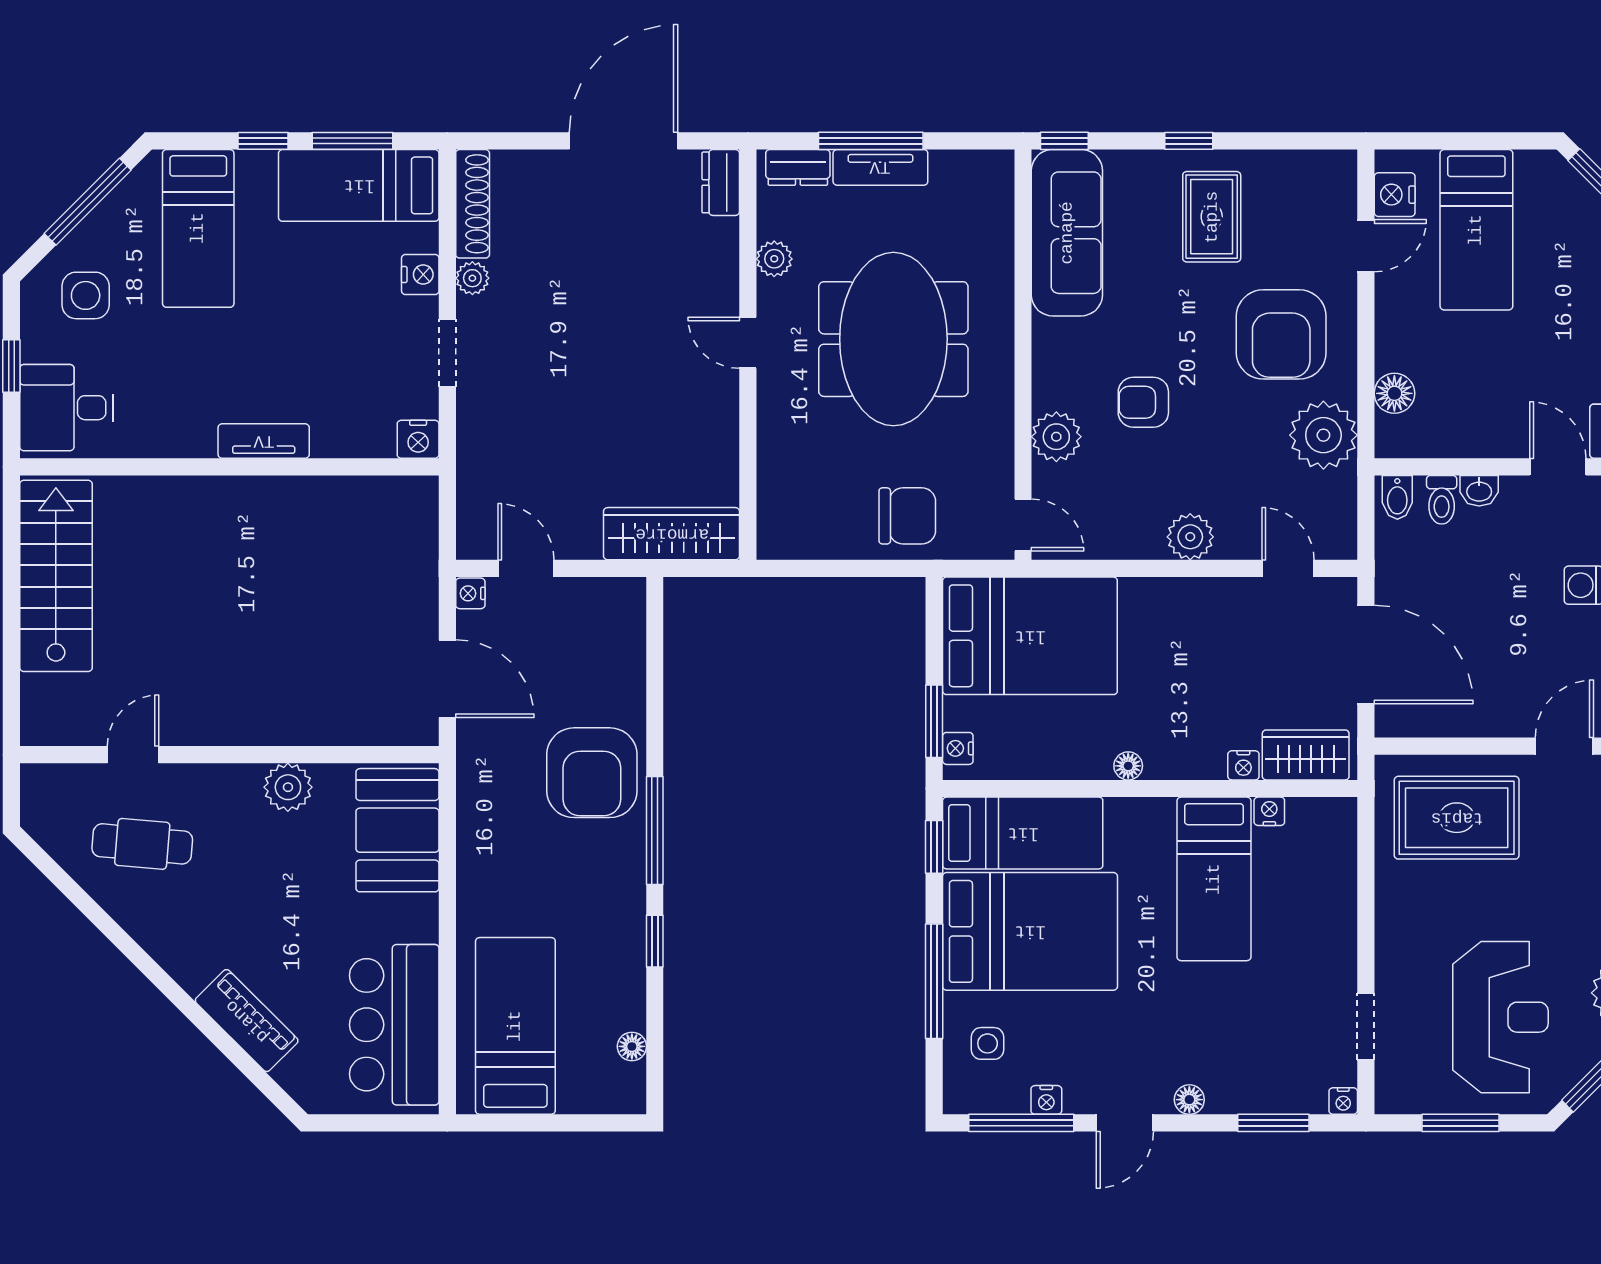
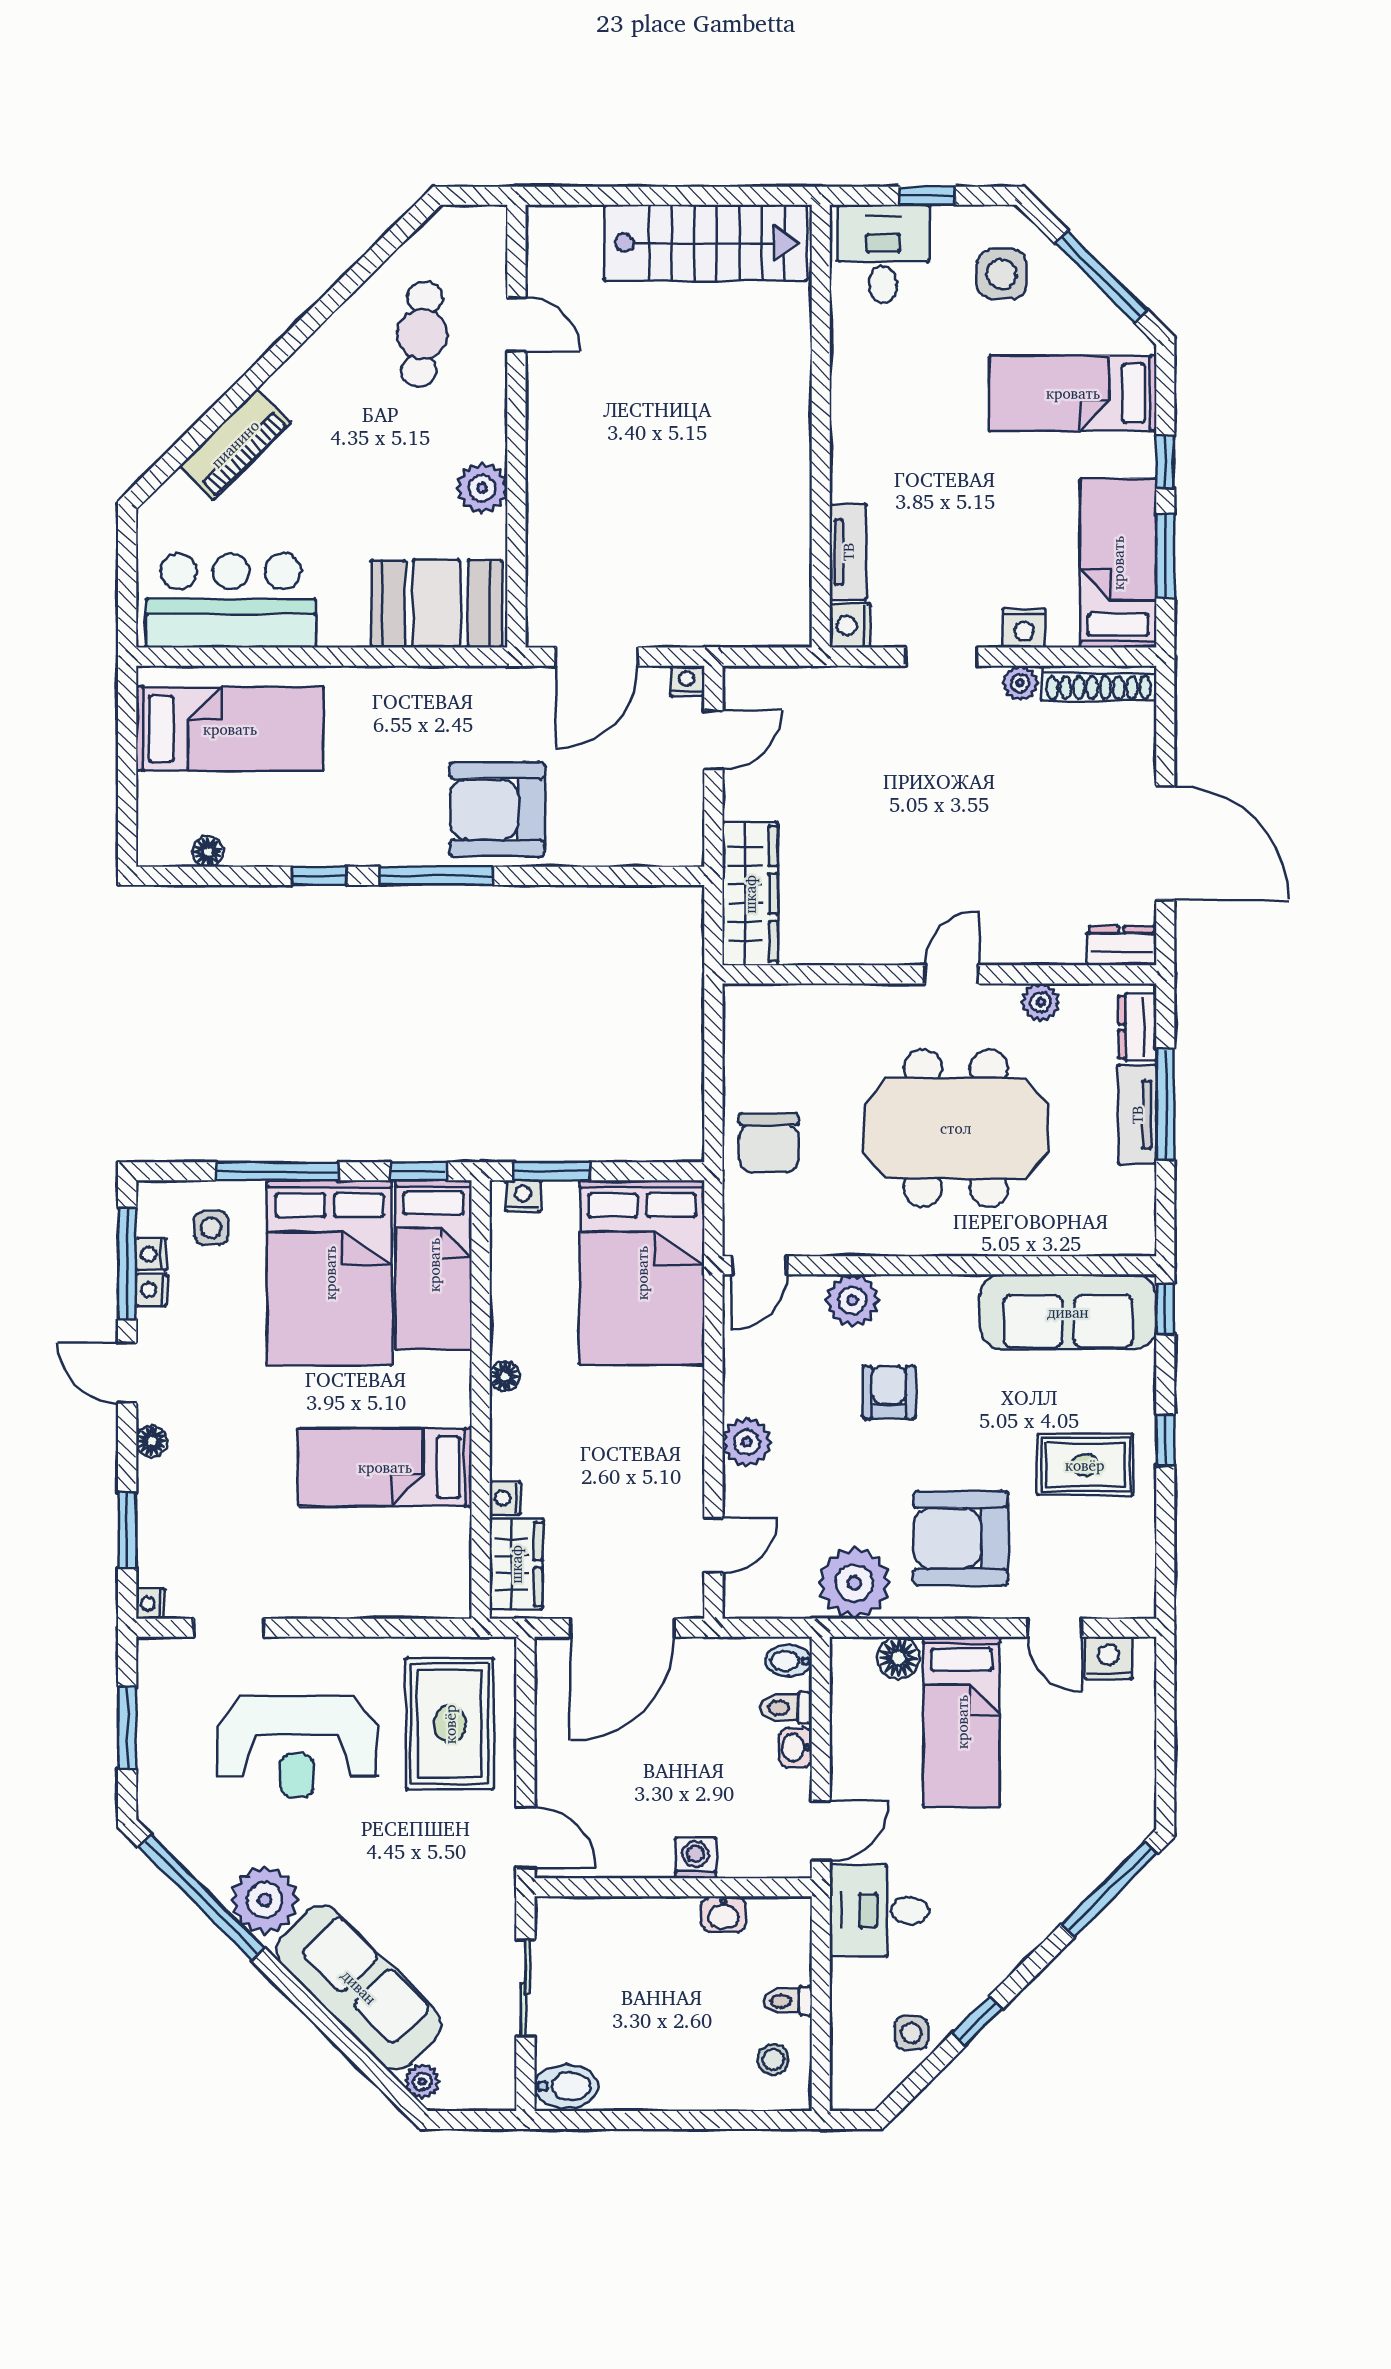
bed: (1476, 230) -> (962, 1722), moved, turned -90
tv unit: (264, 441) -> (848, 552), moved
nightstand: (1269, 811) -> (151, 1254), moved, turned 180
reception desk: (1500, 1017) -> (297, 1746), moved

